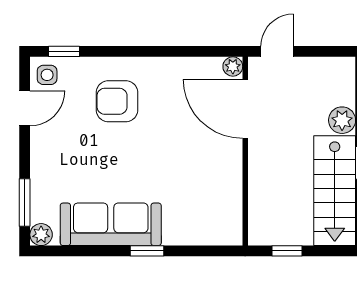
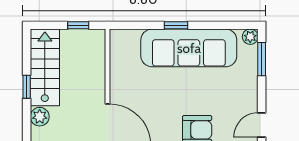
sofa: (111, 224) -> (189, 48), width x1.36, depth x1.27

